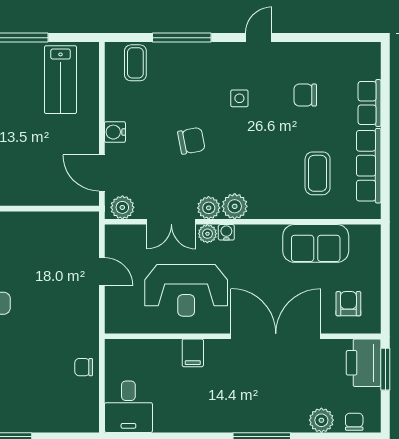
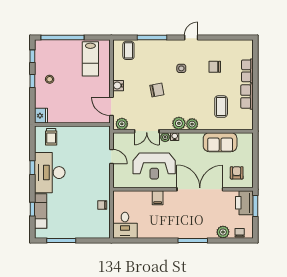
row of seats: (369, 166) -> (247, 97), width x0.68
plant: (209, 208) -> (192, 124), moved

